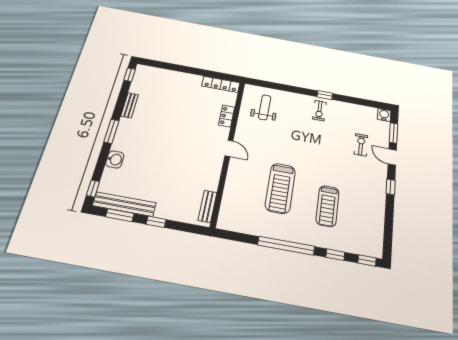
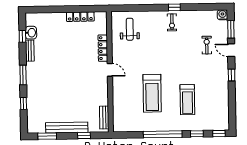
window: (130, 75) -> (22, 36), moved
locker: (221, 84) -> (80, 17), moved
locker: (227, 116) -> (103, 48), width x1.53
washbasin: (115, 159) -> (31, 33), moved
window: (93, 189) -> (24, 103), moved
bench: (124, 204) -> (67, 128), moved
window: (156, 222) -> (84, 136), moved

